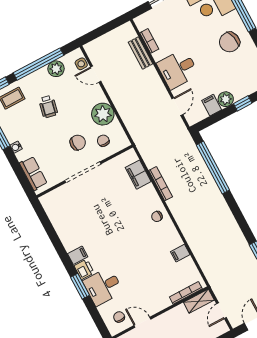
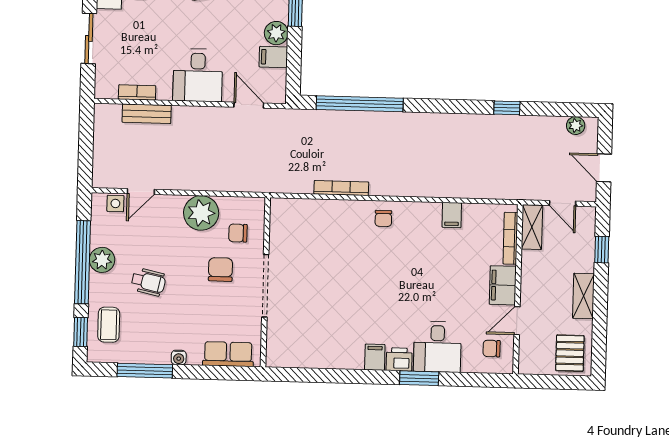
plant: (56, 69) -> (102, 260), moved
filing cabinet: (138, 175) -> (503, 285), moved, turned 90

